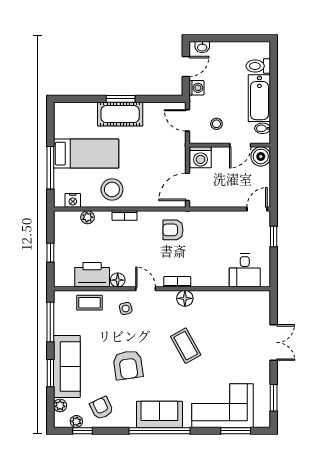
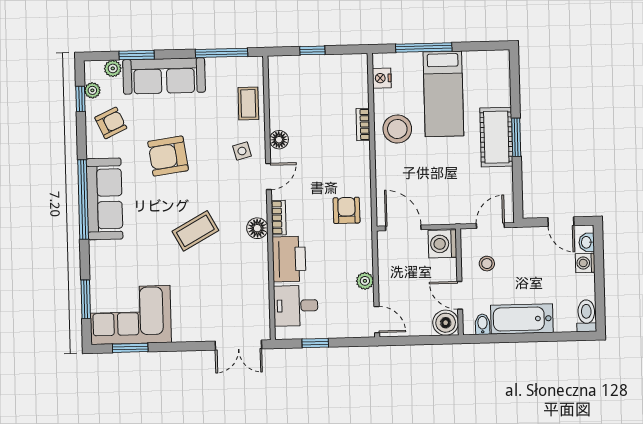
toilet: (258, 66) -> (586, 316), moved
washing machine: (196, 88) -> (585, 263), moved, turned 90
bookcase: (124, 216) -> (363, 125), moved
plant: (88, 217) -> (365, 281), moved
window: (274, 237) -> (315, 343), moved
printer: (92, 275) -> (289, 259), moved
double door: (274, 342) -> (238, 345), moved
window: (50, 373) -> (137, 55), moved
corner sofa: (222, 406) -> (131, 315), moved, turned -90
sofa: (159, 414) -> (105, 199), width x1.36

